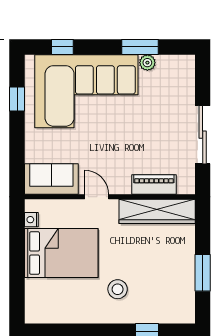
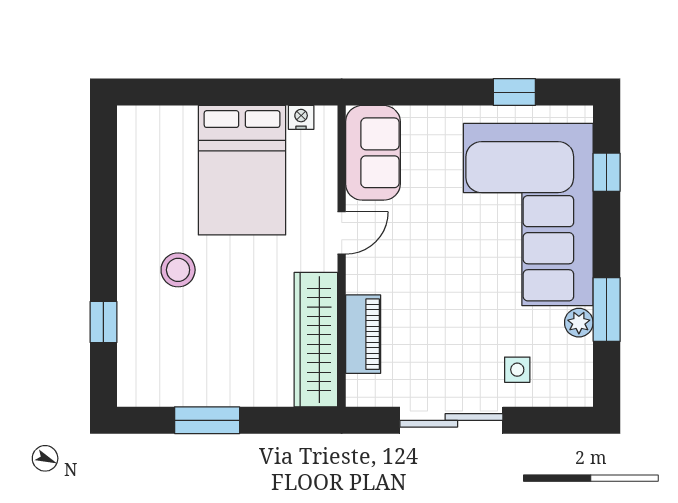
side table: (174, 97) -> (517, 370), added

